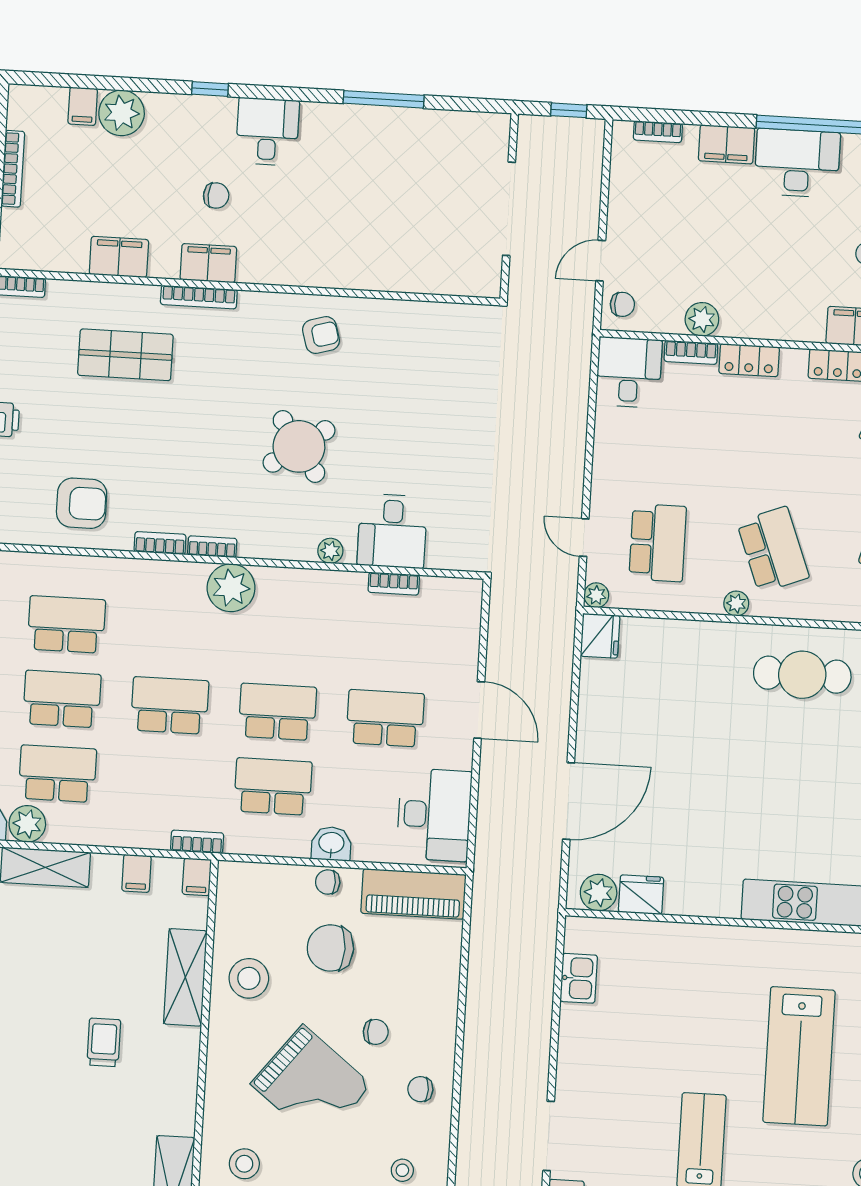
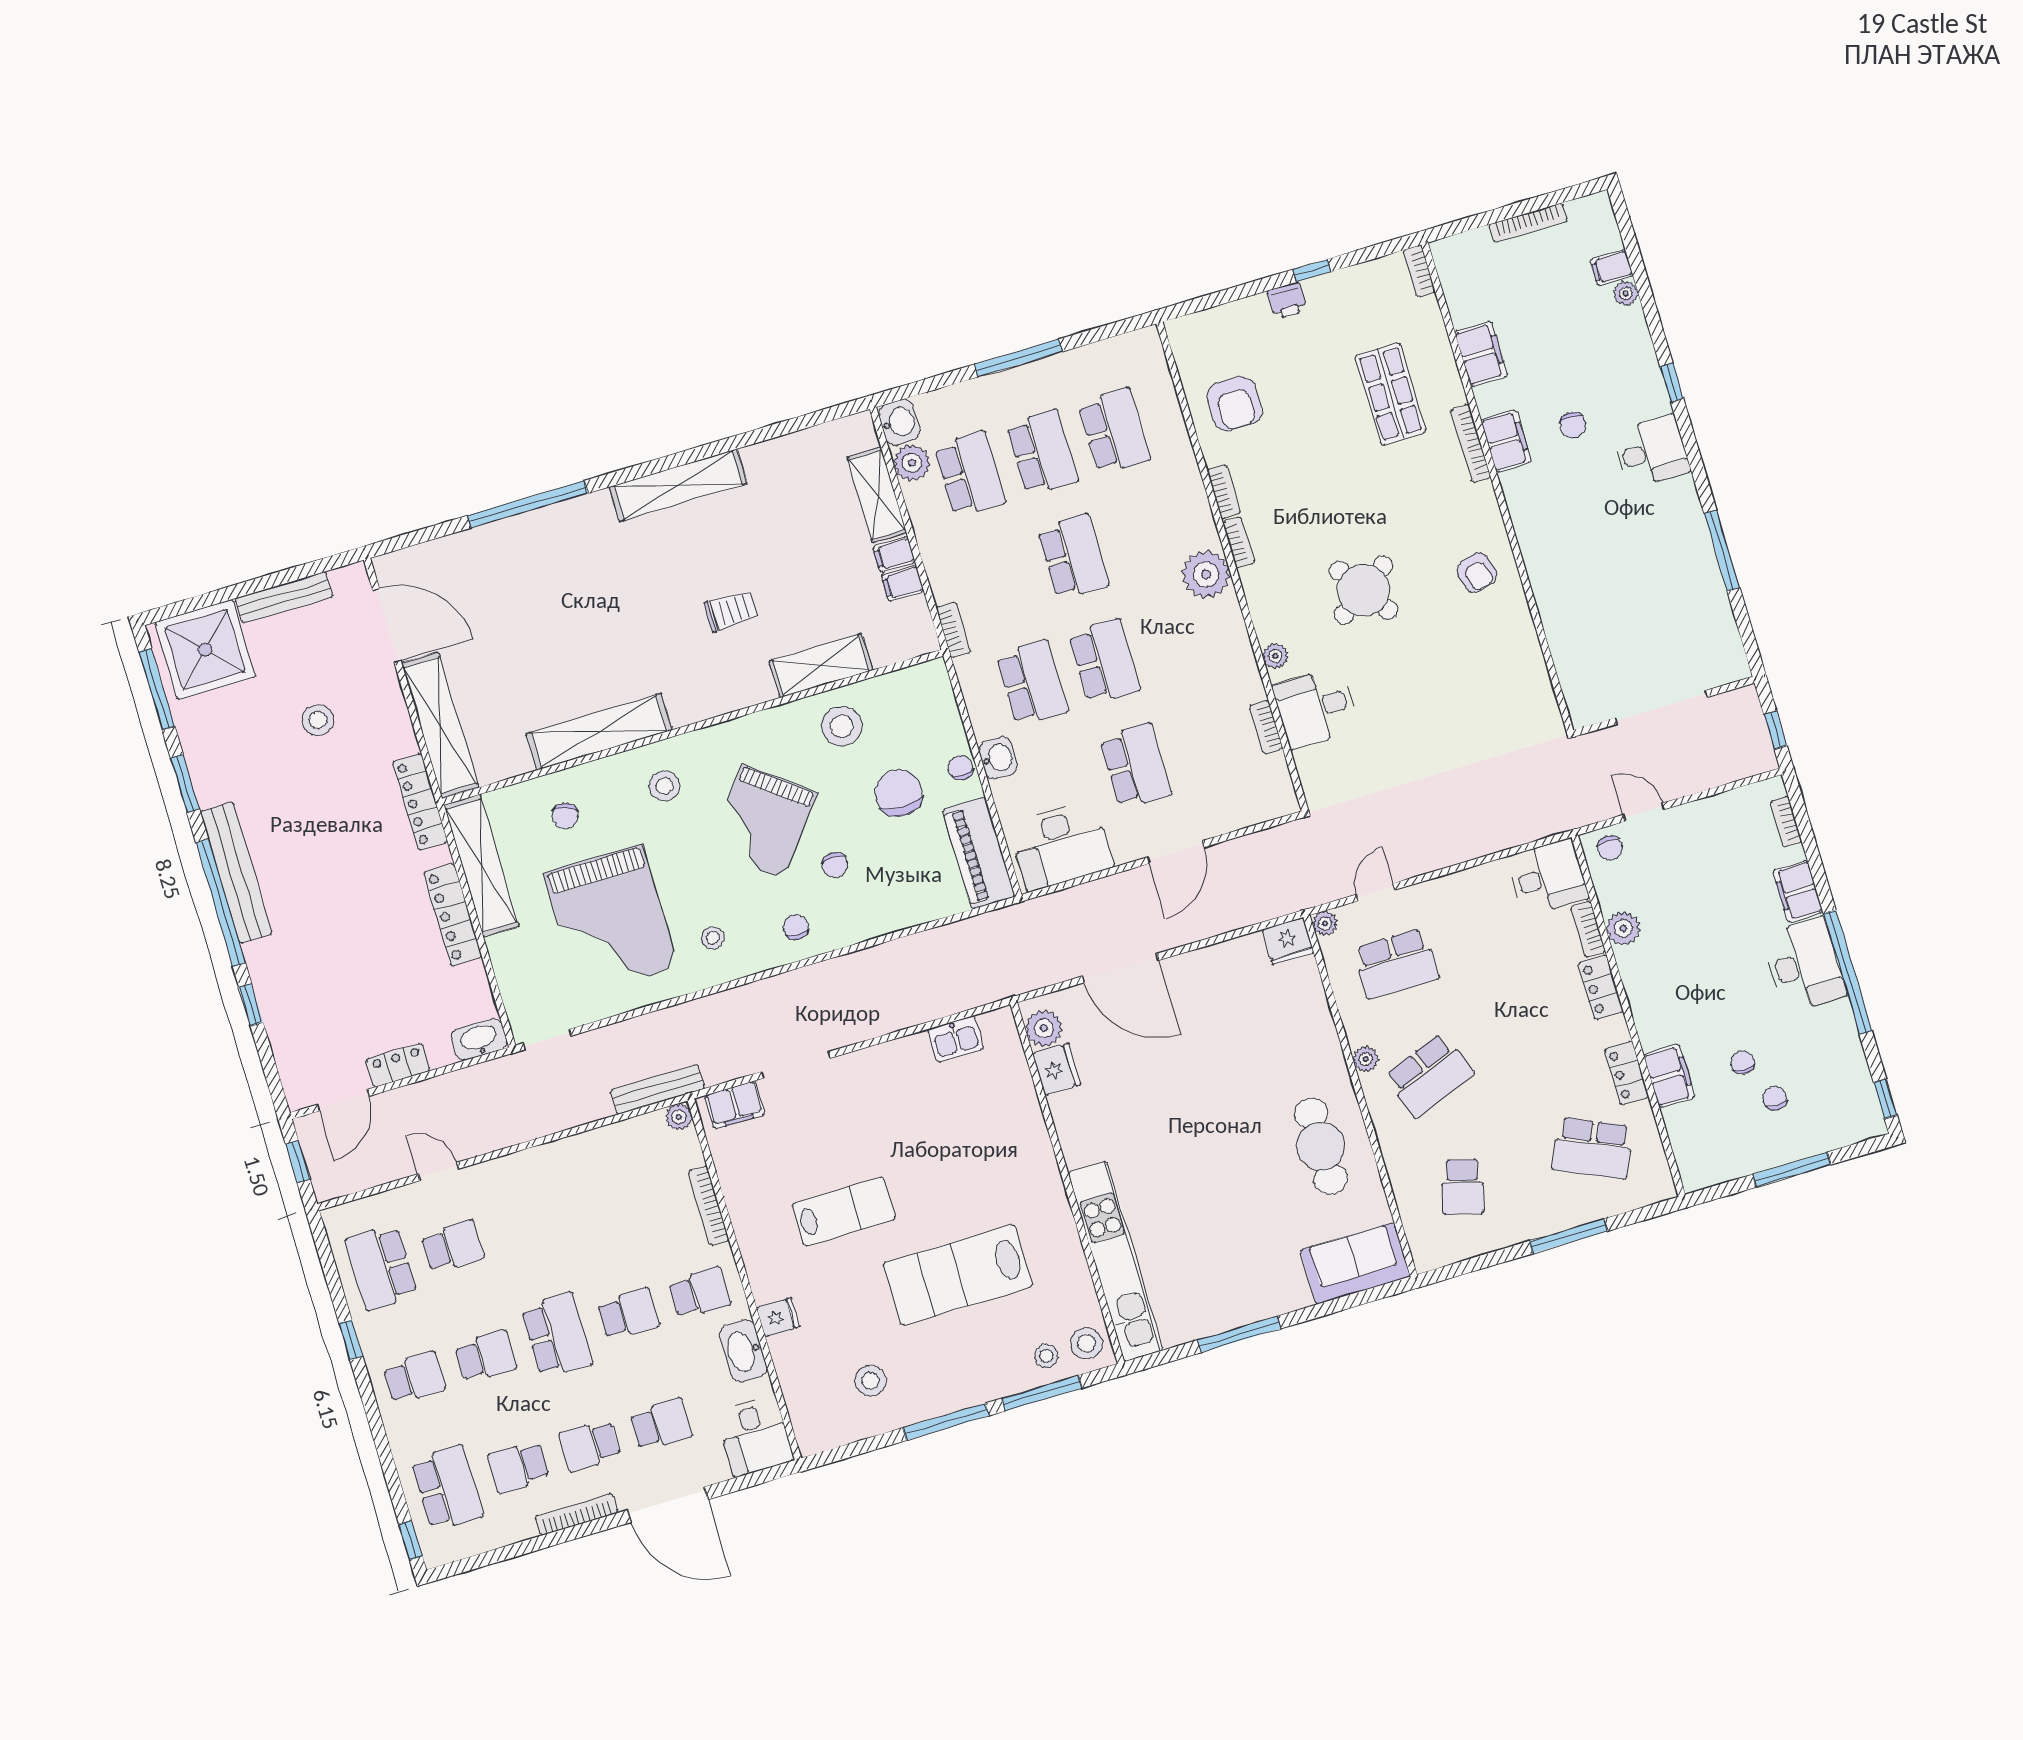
plant: (122, 113) -> (1626, 293), width x0.53, depth x0.53
filing cabinet: (197, 877) -> (894, 554), moved

